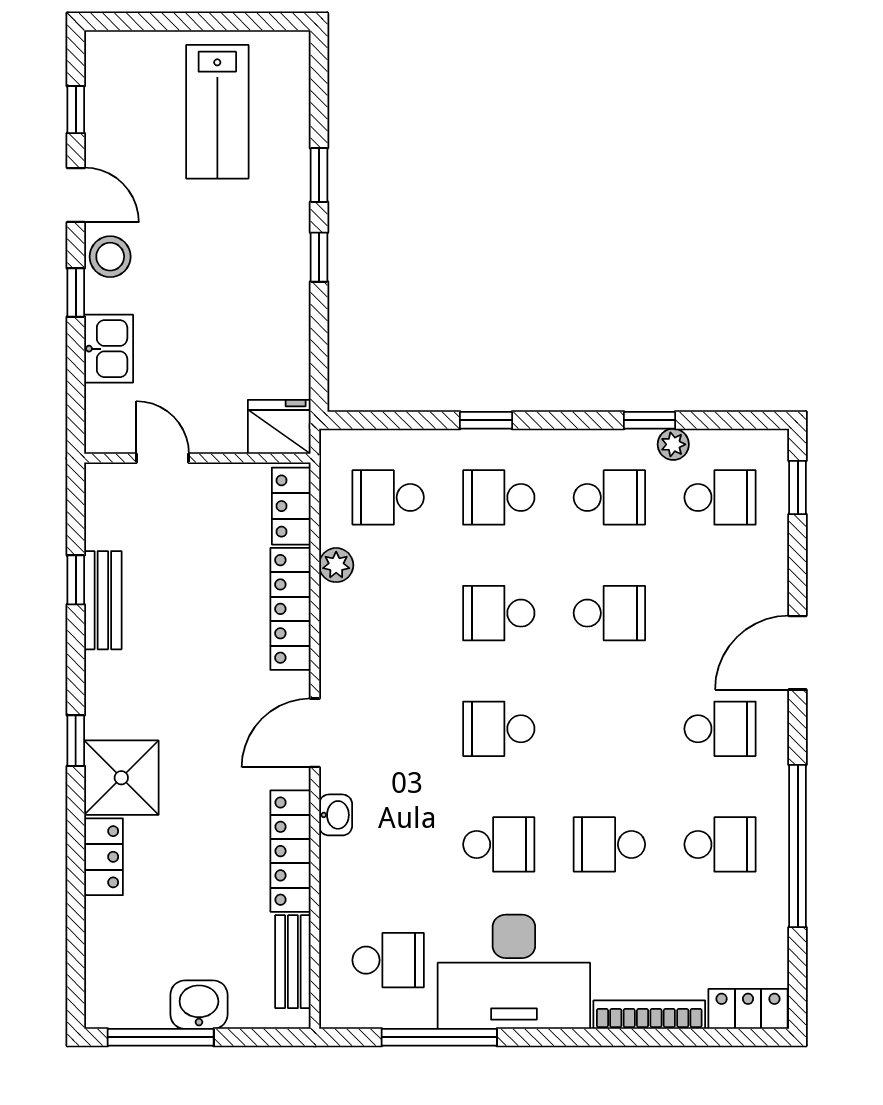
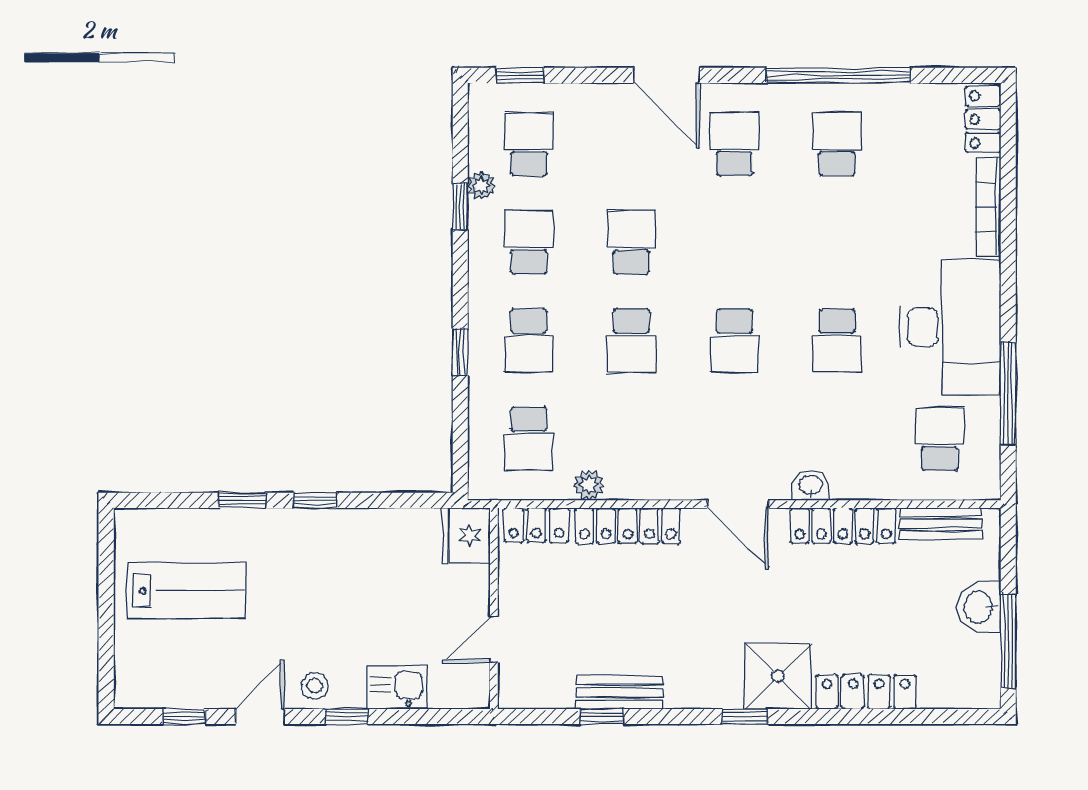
stool: (110, 257) -> (315, 686), width x0.73, depth x0.73
school desk: (499, 844) -> (837, 341), turned 180
school desk: (609, 844) -> (837, 242), removed
locker: (103, 857) -> (866, 692), width x1.53

